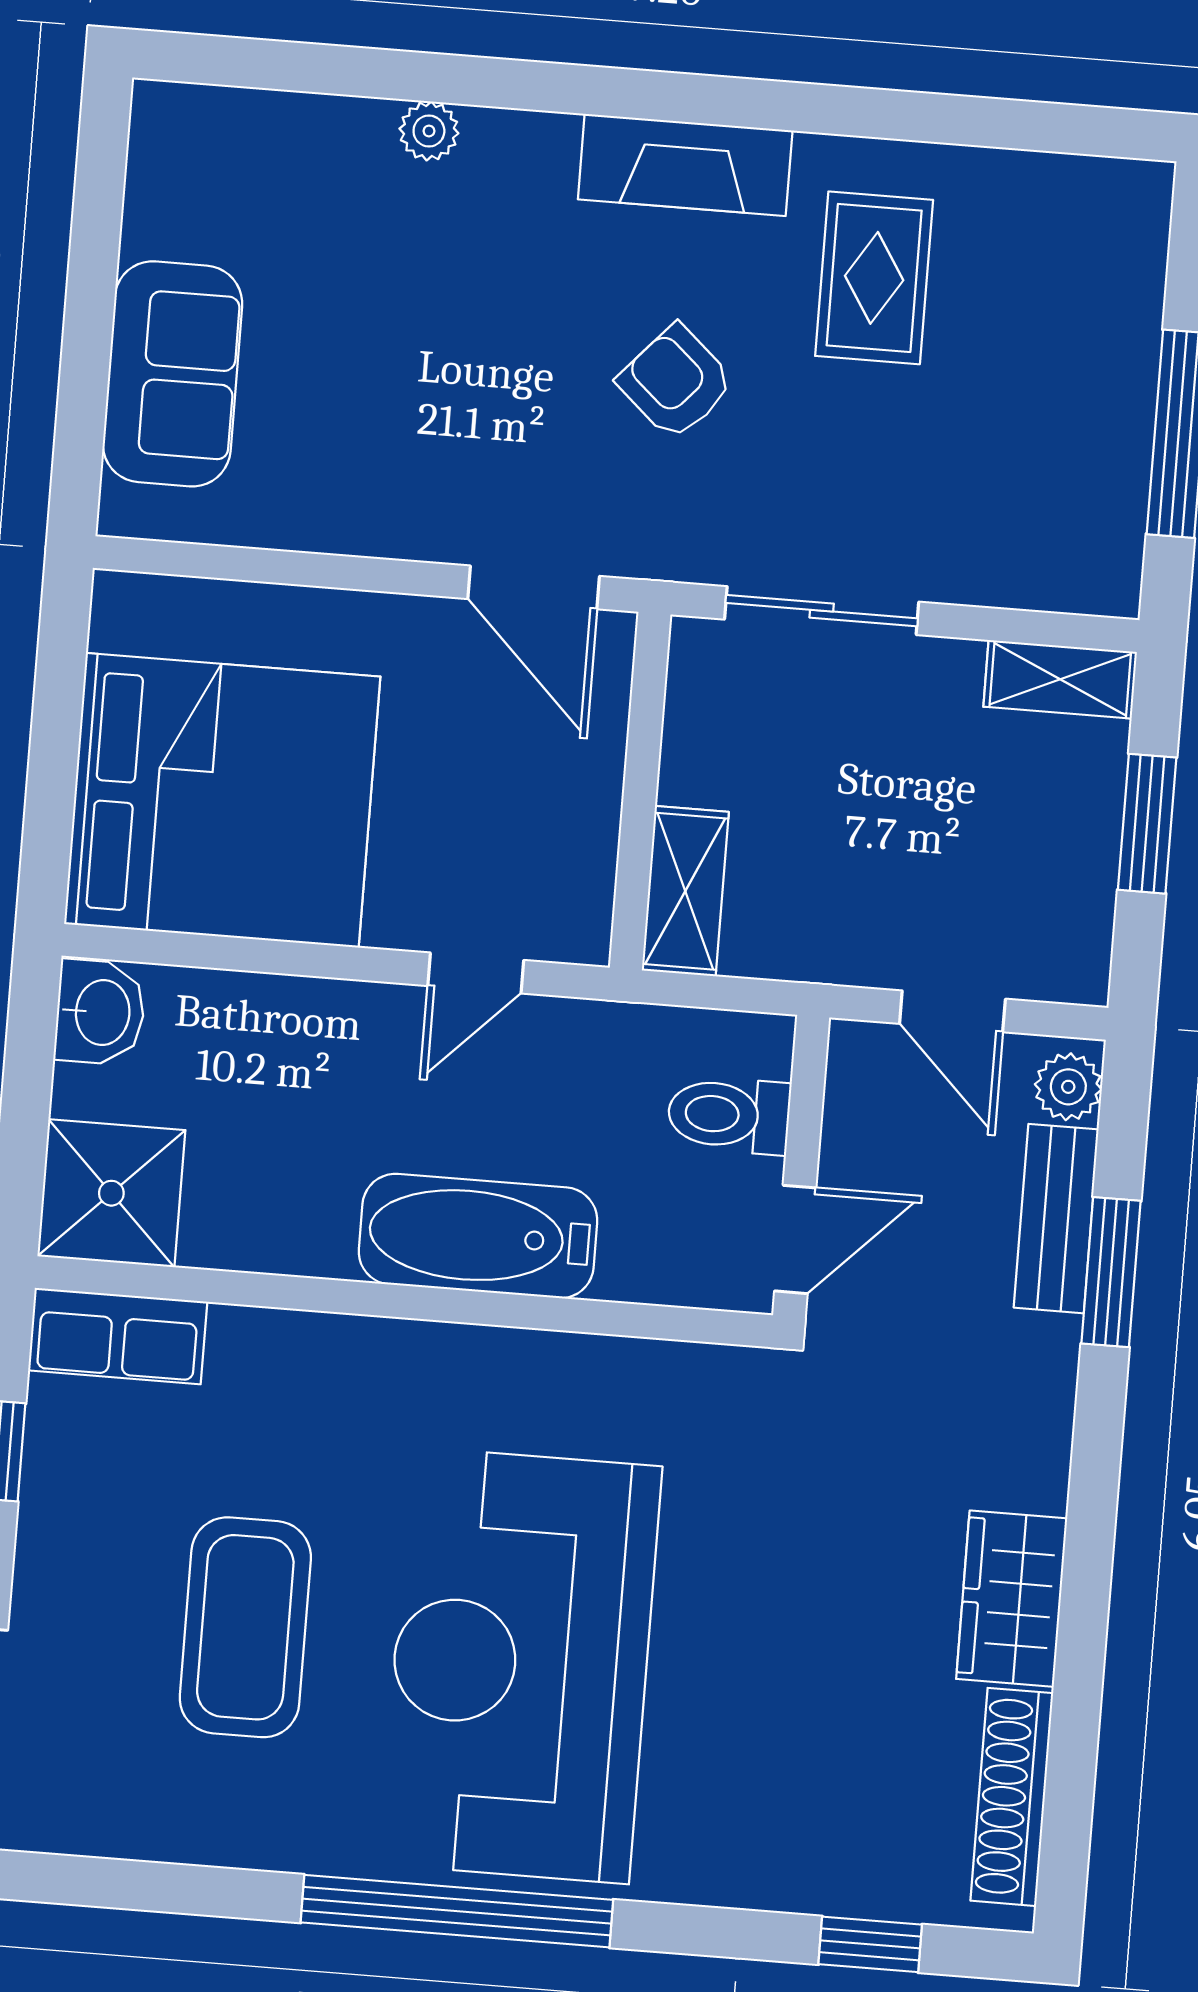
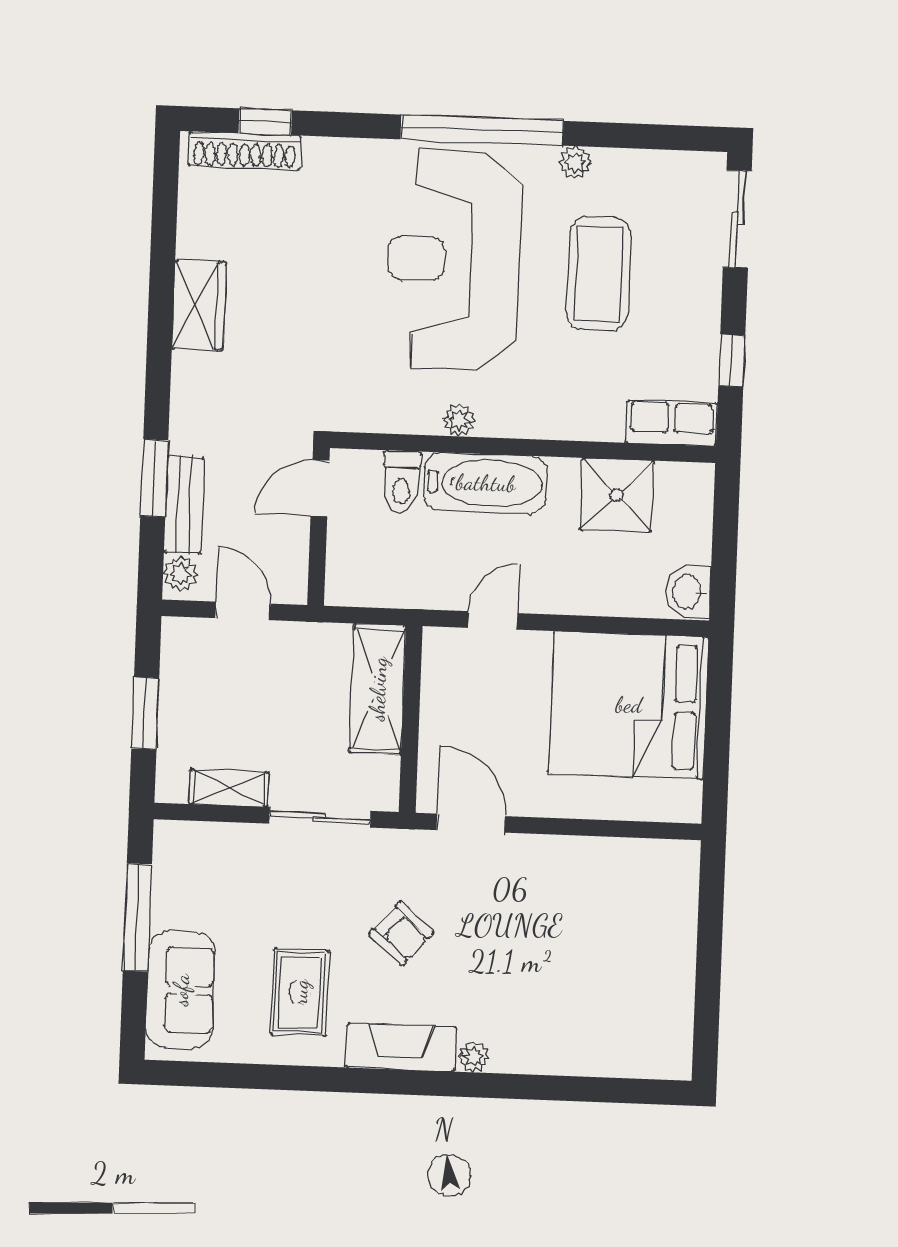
plant: (429, 131) -> (474, 1057), moved
sofa: (173, 374) -> (181, 990), moved, turned 180
shelving: (1060, 679) -> (229, 788), moved
shelving: (685, 891) -> (378, 689), width x1.50, depth x1.33
toilet: (729, 1115) -> (402, 482), moved, turned 90
shower: (111, 1193) -> (617, 495), moved
plant: (523, 1359) -> (459, 420), added
reception desk: (520, 1665) -> (454, 260), turned 180
shoe rack: (1012, 1797) -> (245, 151), moved, turned 90
plant: (281, 1842) -> (575, 162), added

